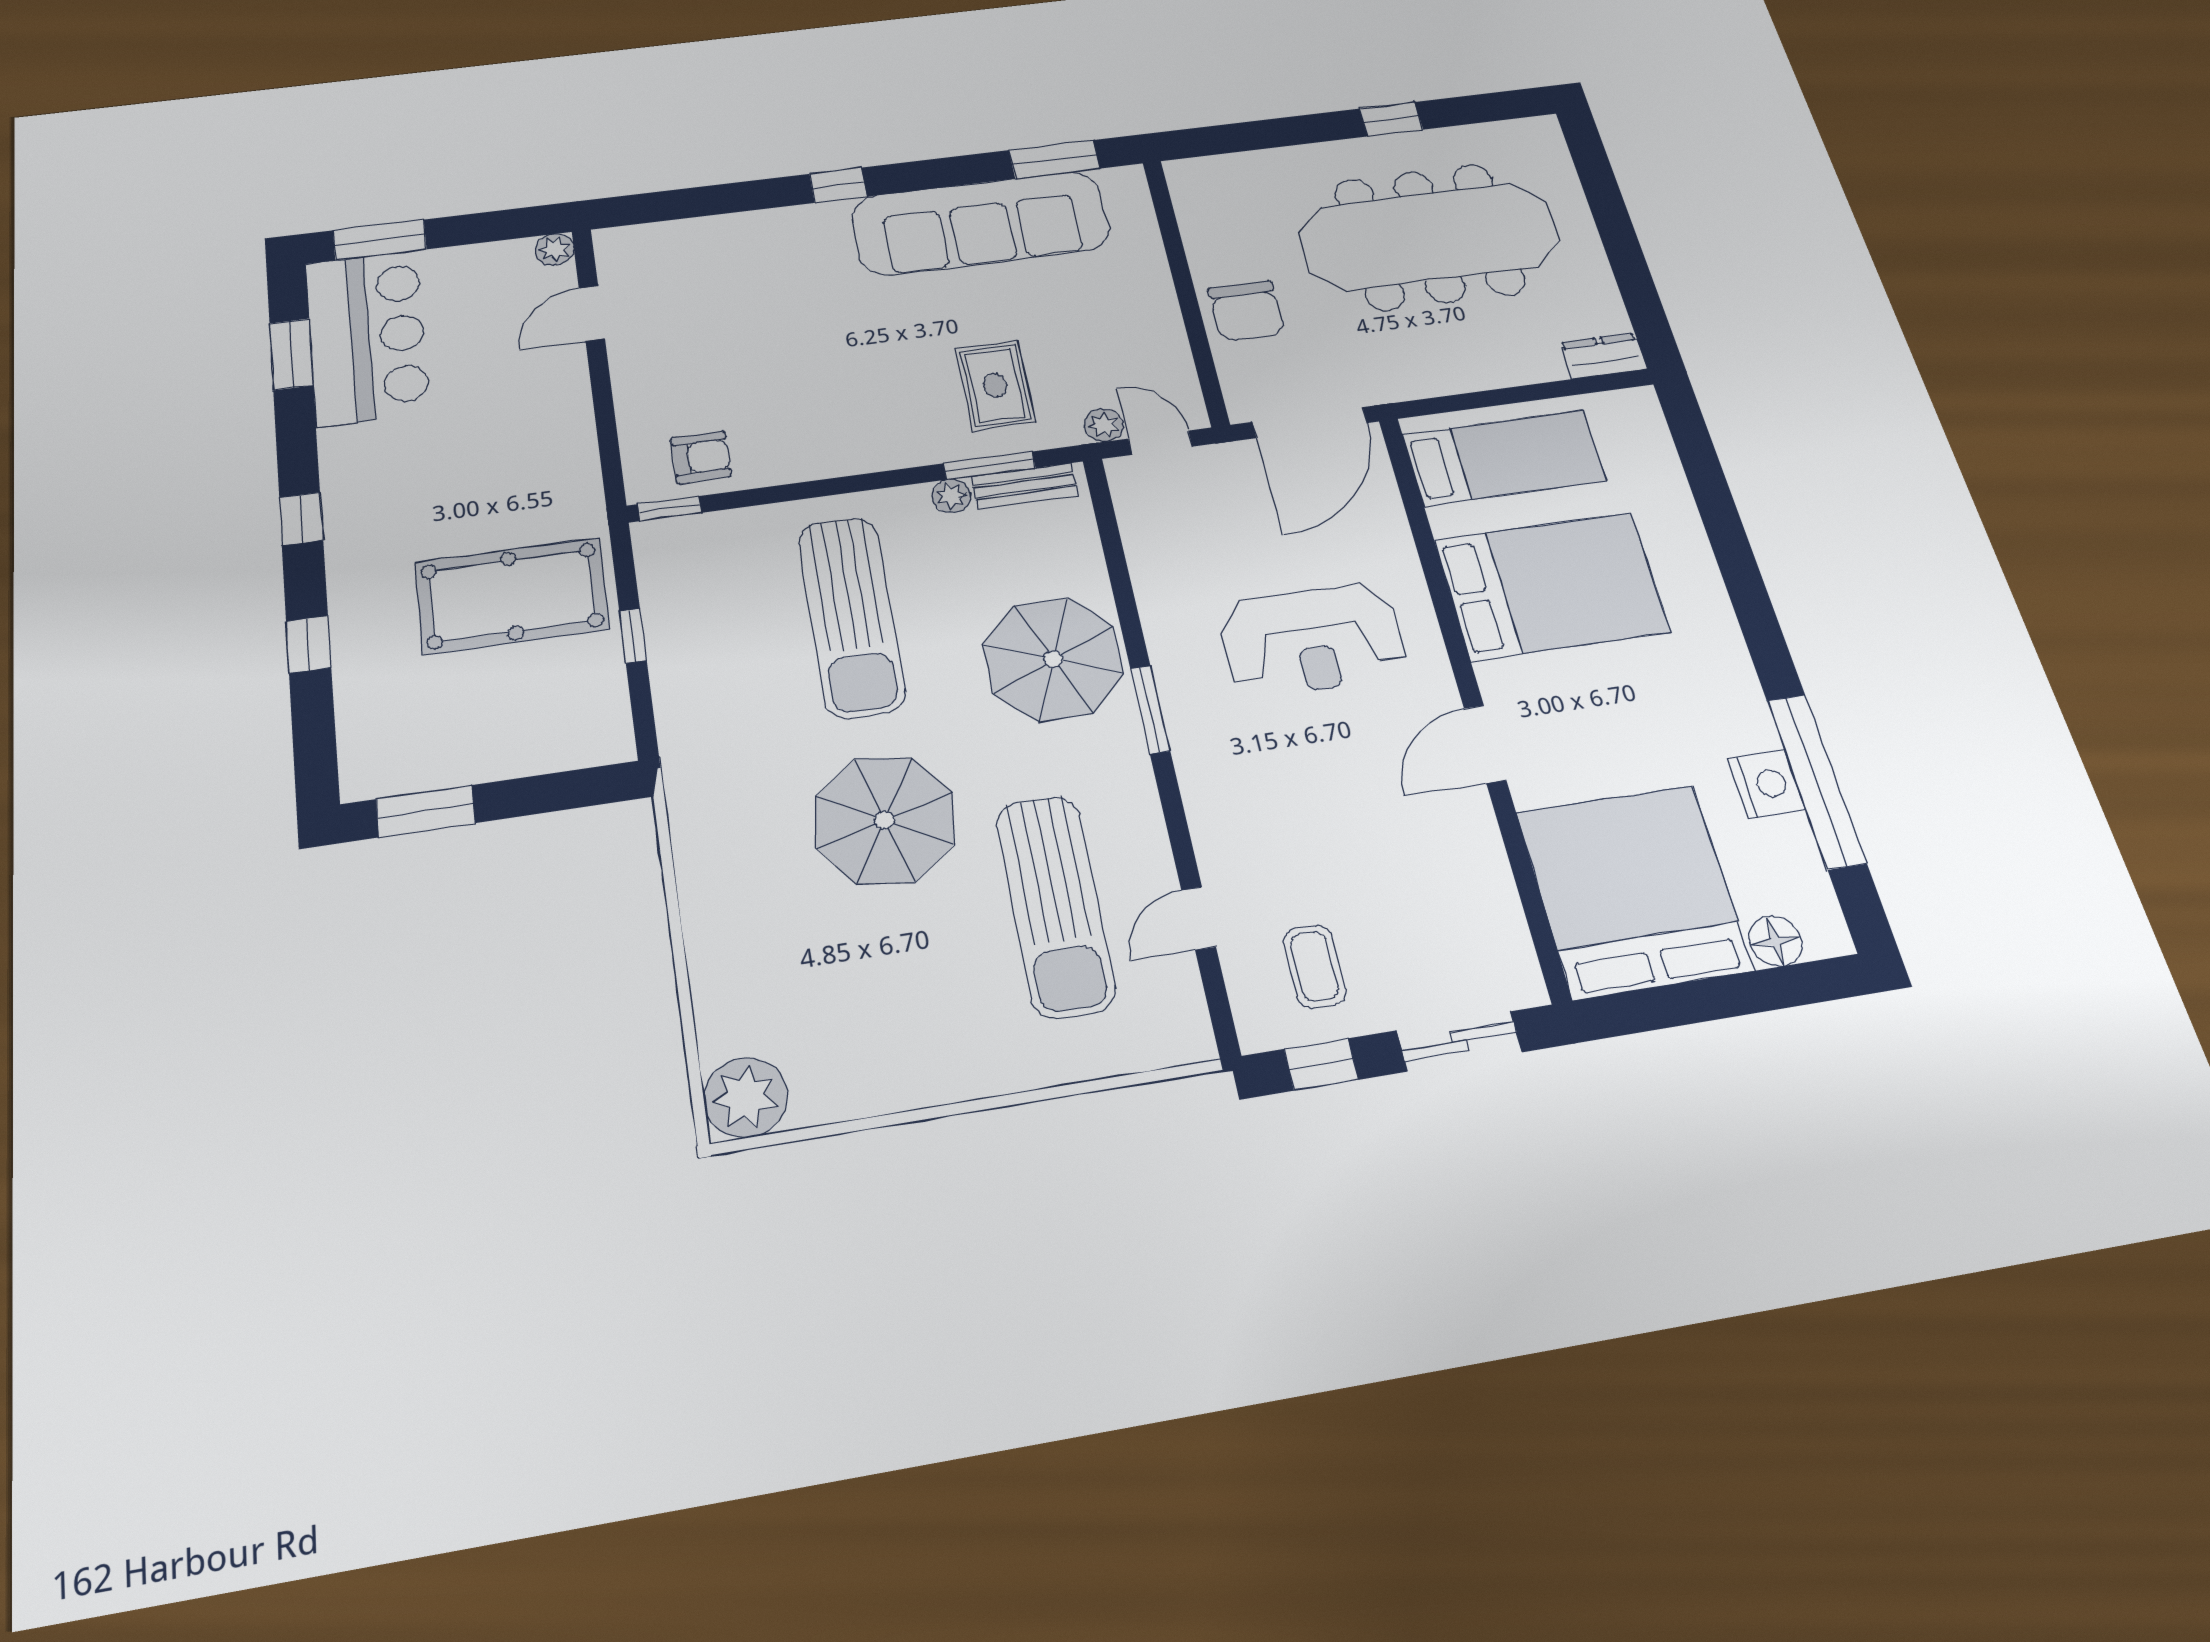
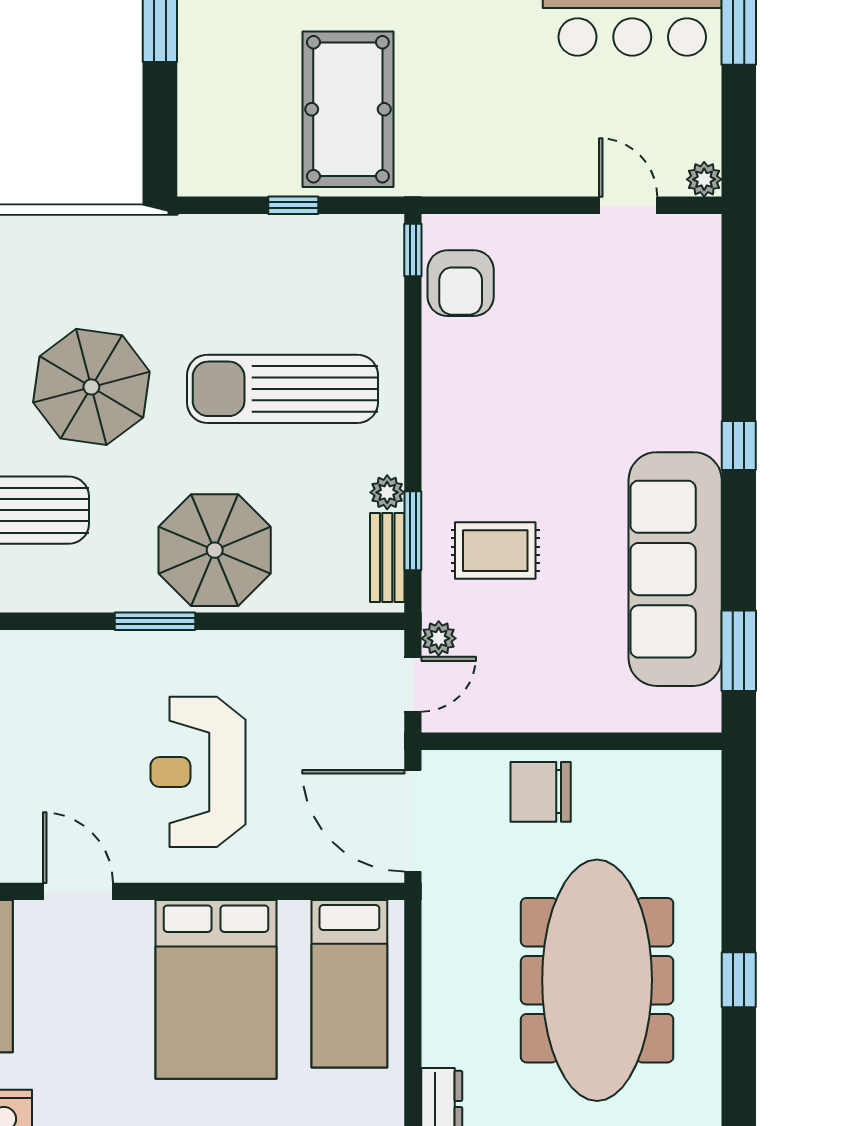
armchair: (701, 457) -> (461, 283), width x1.38, depth x1.38

